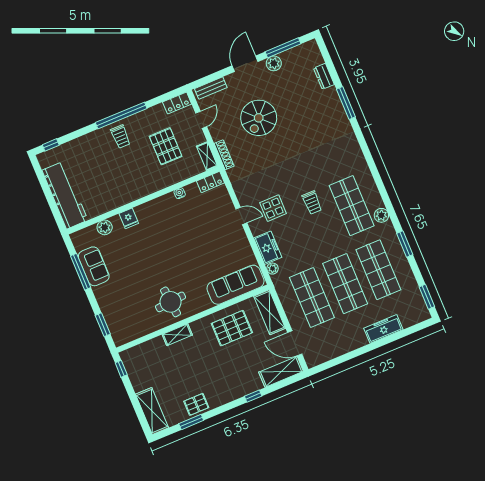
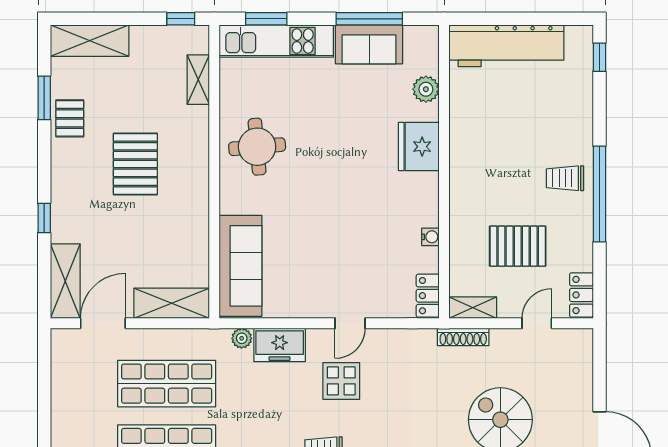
bench: (211, 88) -> (583, 361), removed
door: (201, 120) -> (537, 323), swing flipped
fridge: (129, 218) -> (419, 147), width x1.88, depth x1.34
kitchen unit: (112, 315) -> (276, 41), added
pallet: (232, 328) -> (135, 164), moved
shelving: (177, 335) -> (198, 80), moved

